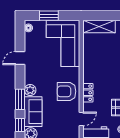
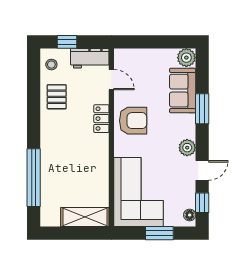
plant: (30, 90) -> (187, 148), moved
door: (81, 119) -> (111, 80), swing flipped
window: (20, 125) -> (202, 203), moved

